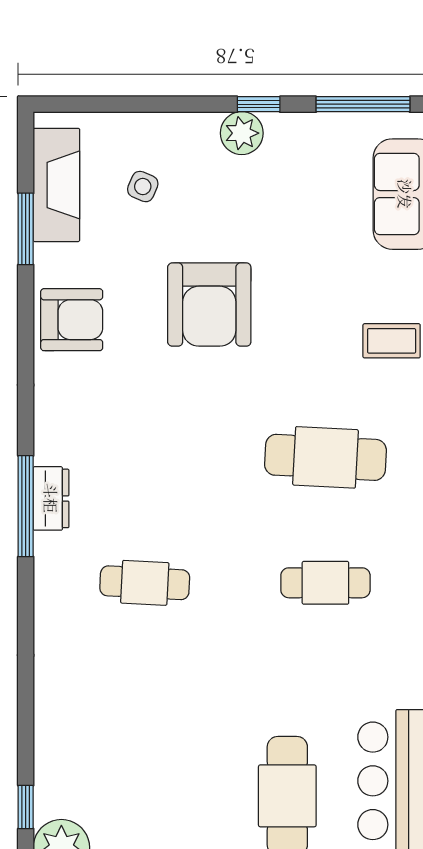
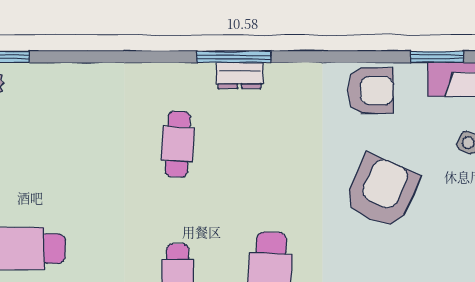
armchair: (209, 305) -> (382, 191), turned 114
armchair: (72, 320) -> (371, 91), turned -90

